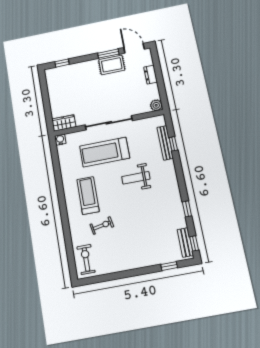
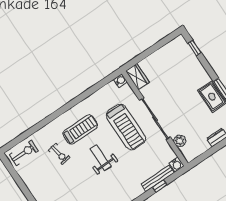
plant: (156, 105) -> (180, 141), moved
water cooler: (160, 120) -> (177, 165), added
treadmill: (105, 152) -> (126, 127), turned 180
weight bench: (136, 178) -> (101, 158), moved

